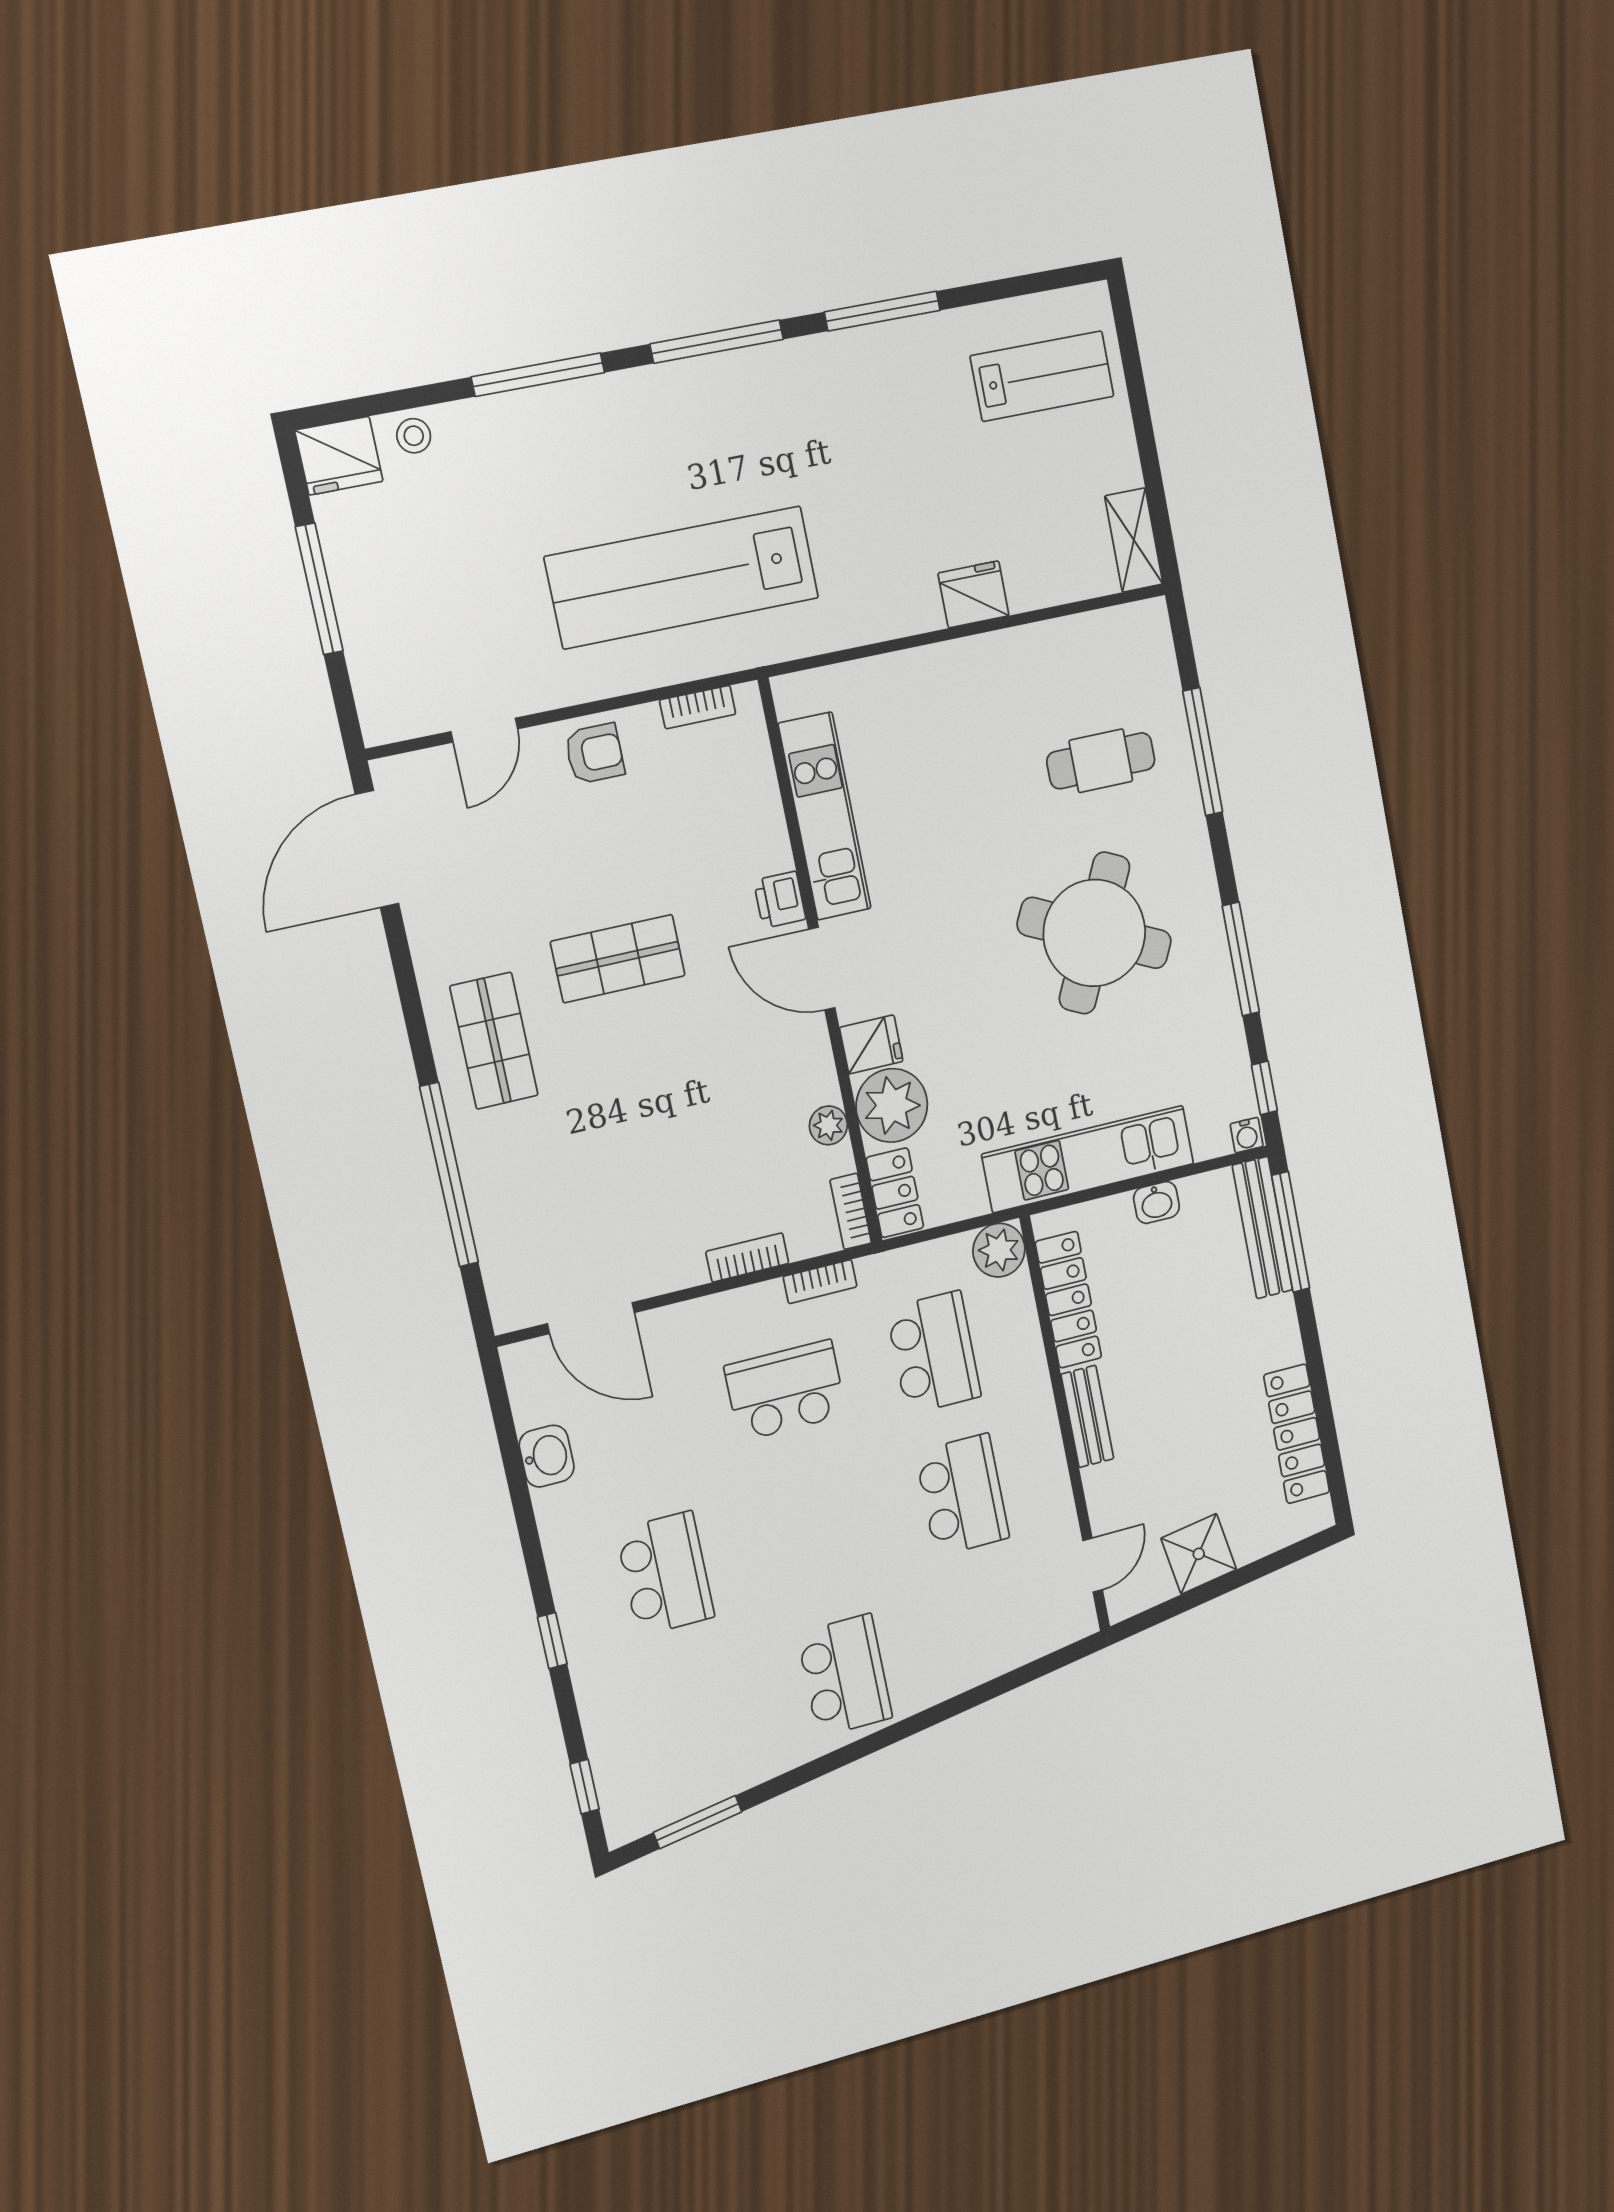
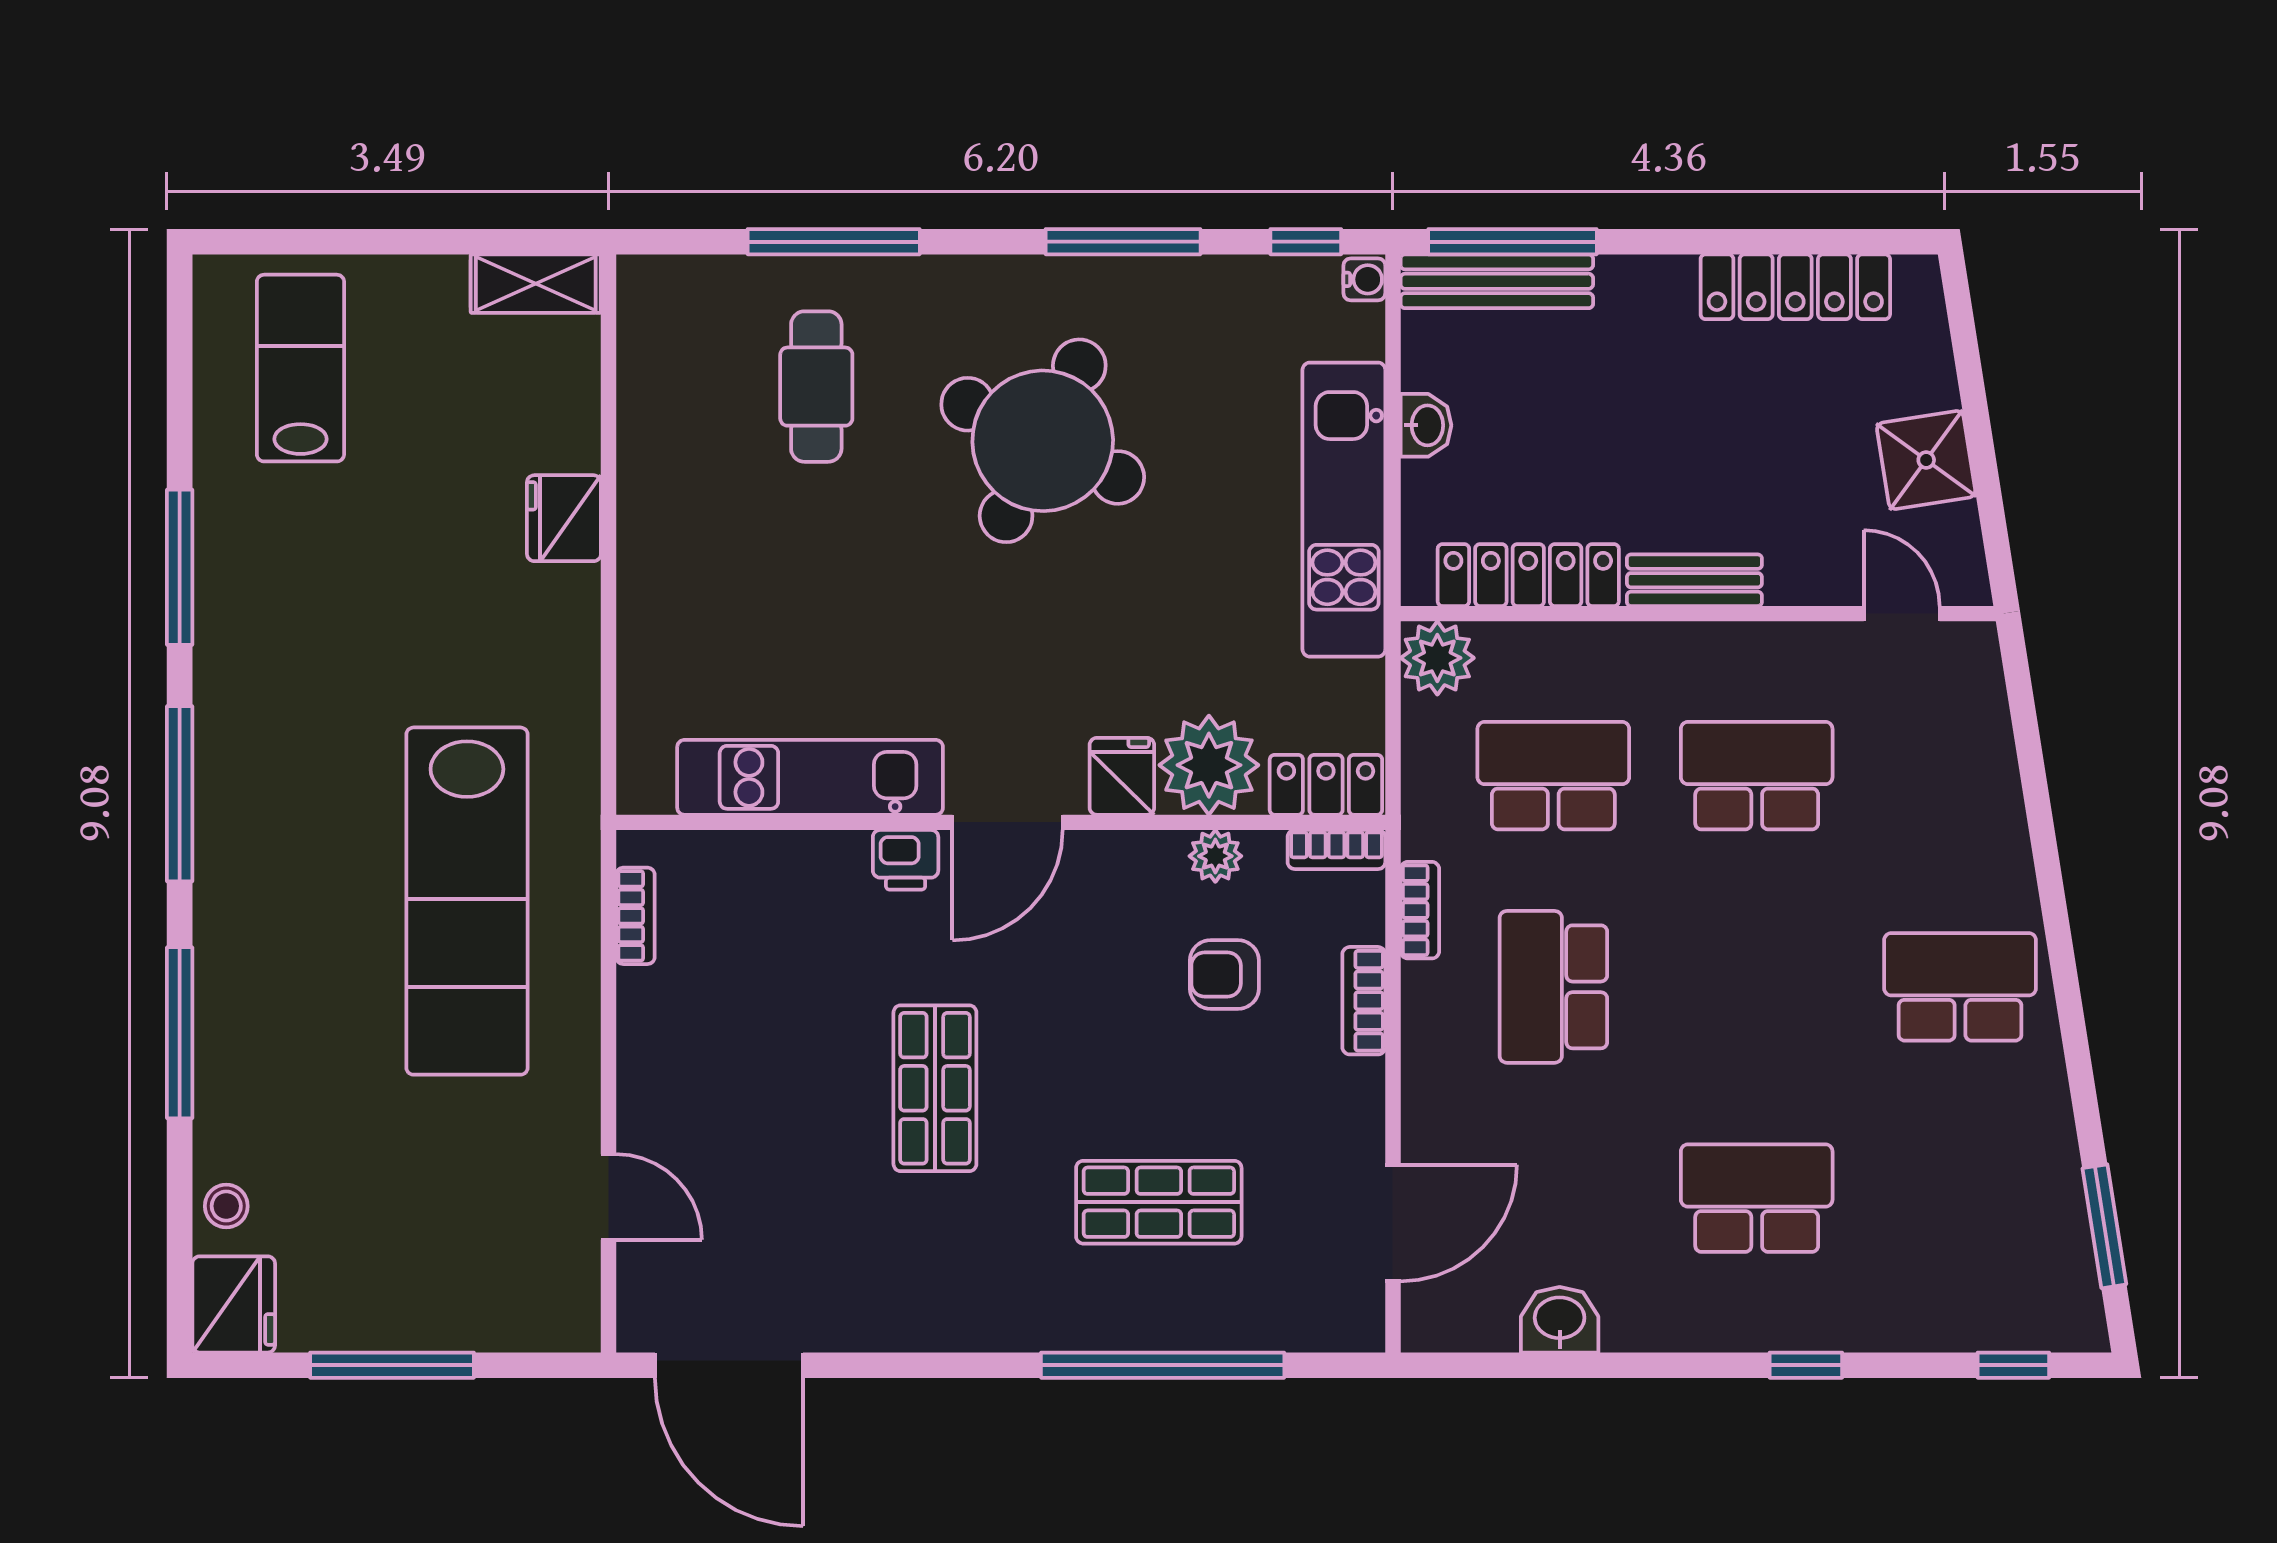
armchair: (595, 754) -> (1224, 974), moved, turned -90
shop shelf: (494, 1041) -> (1159, 1202), moved

